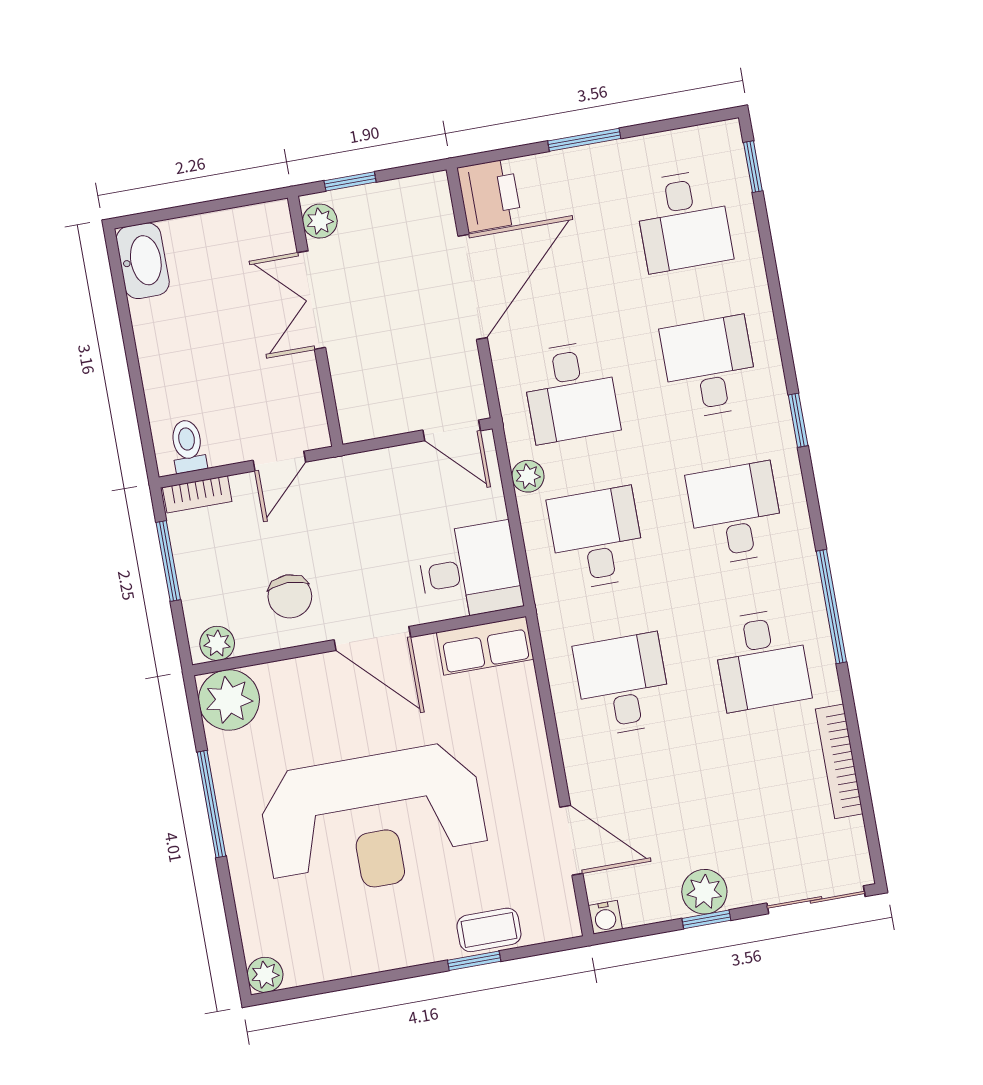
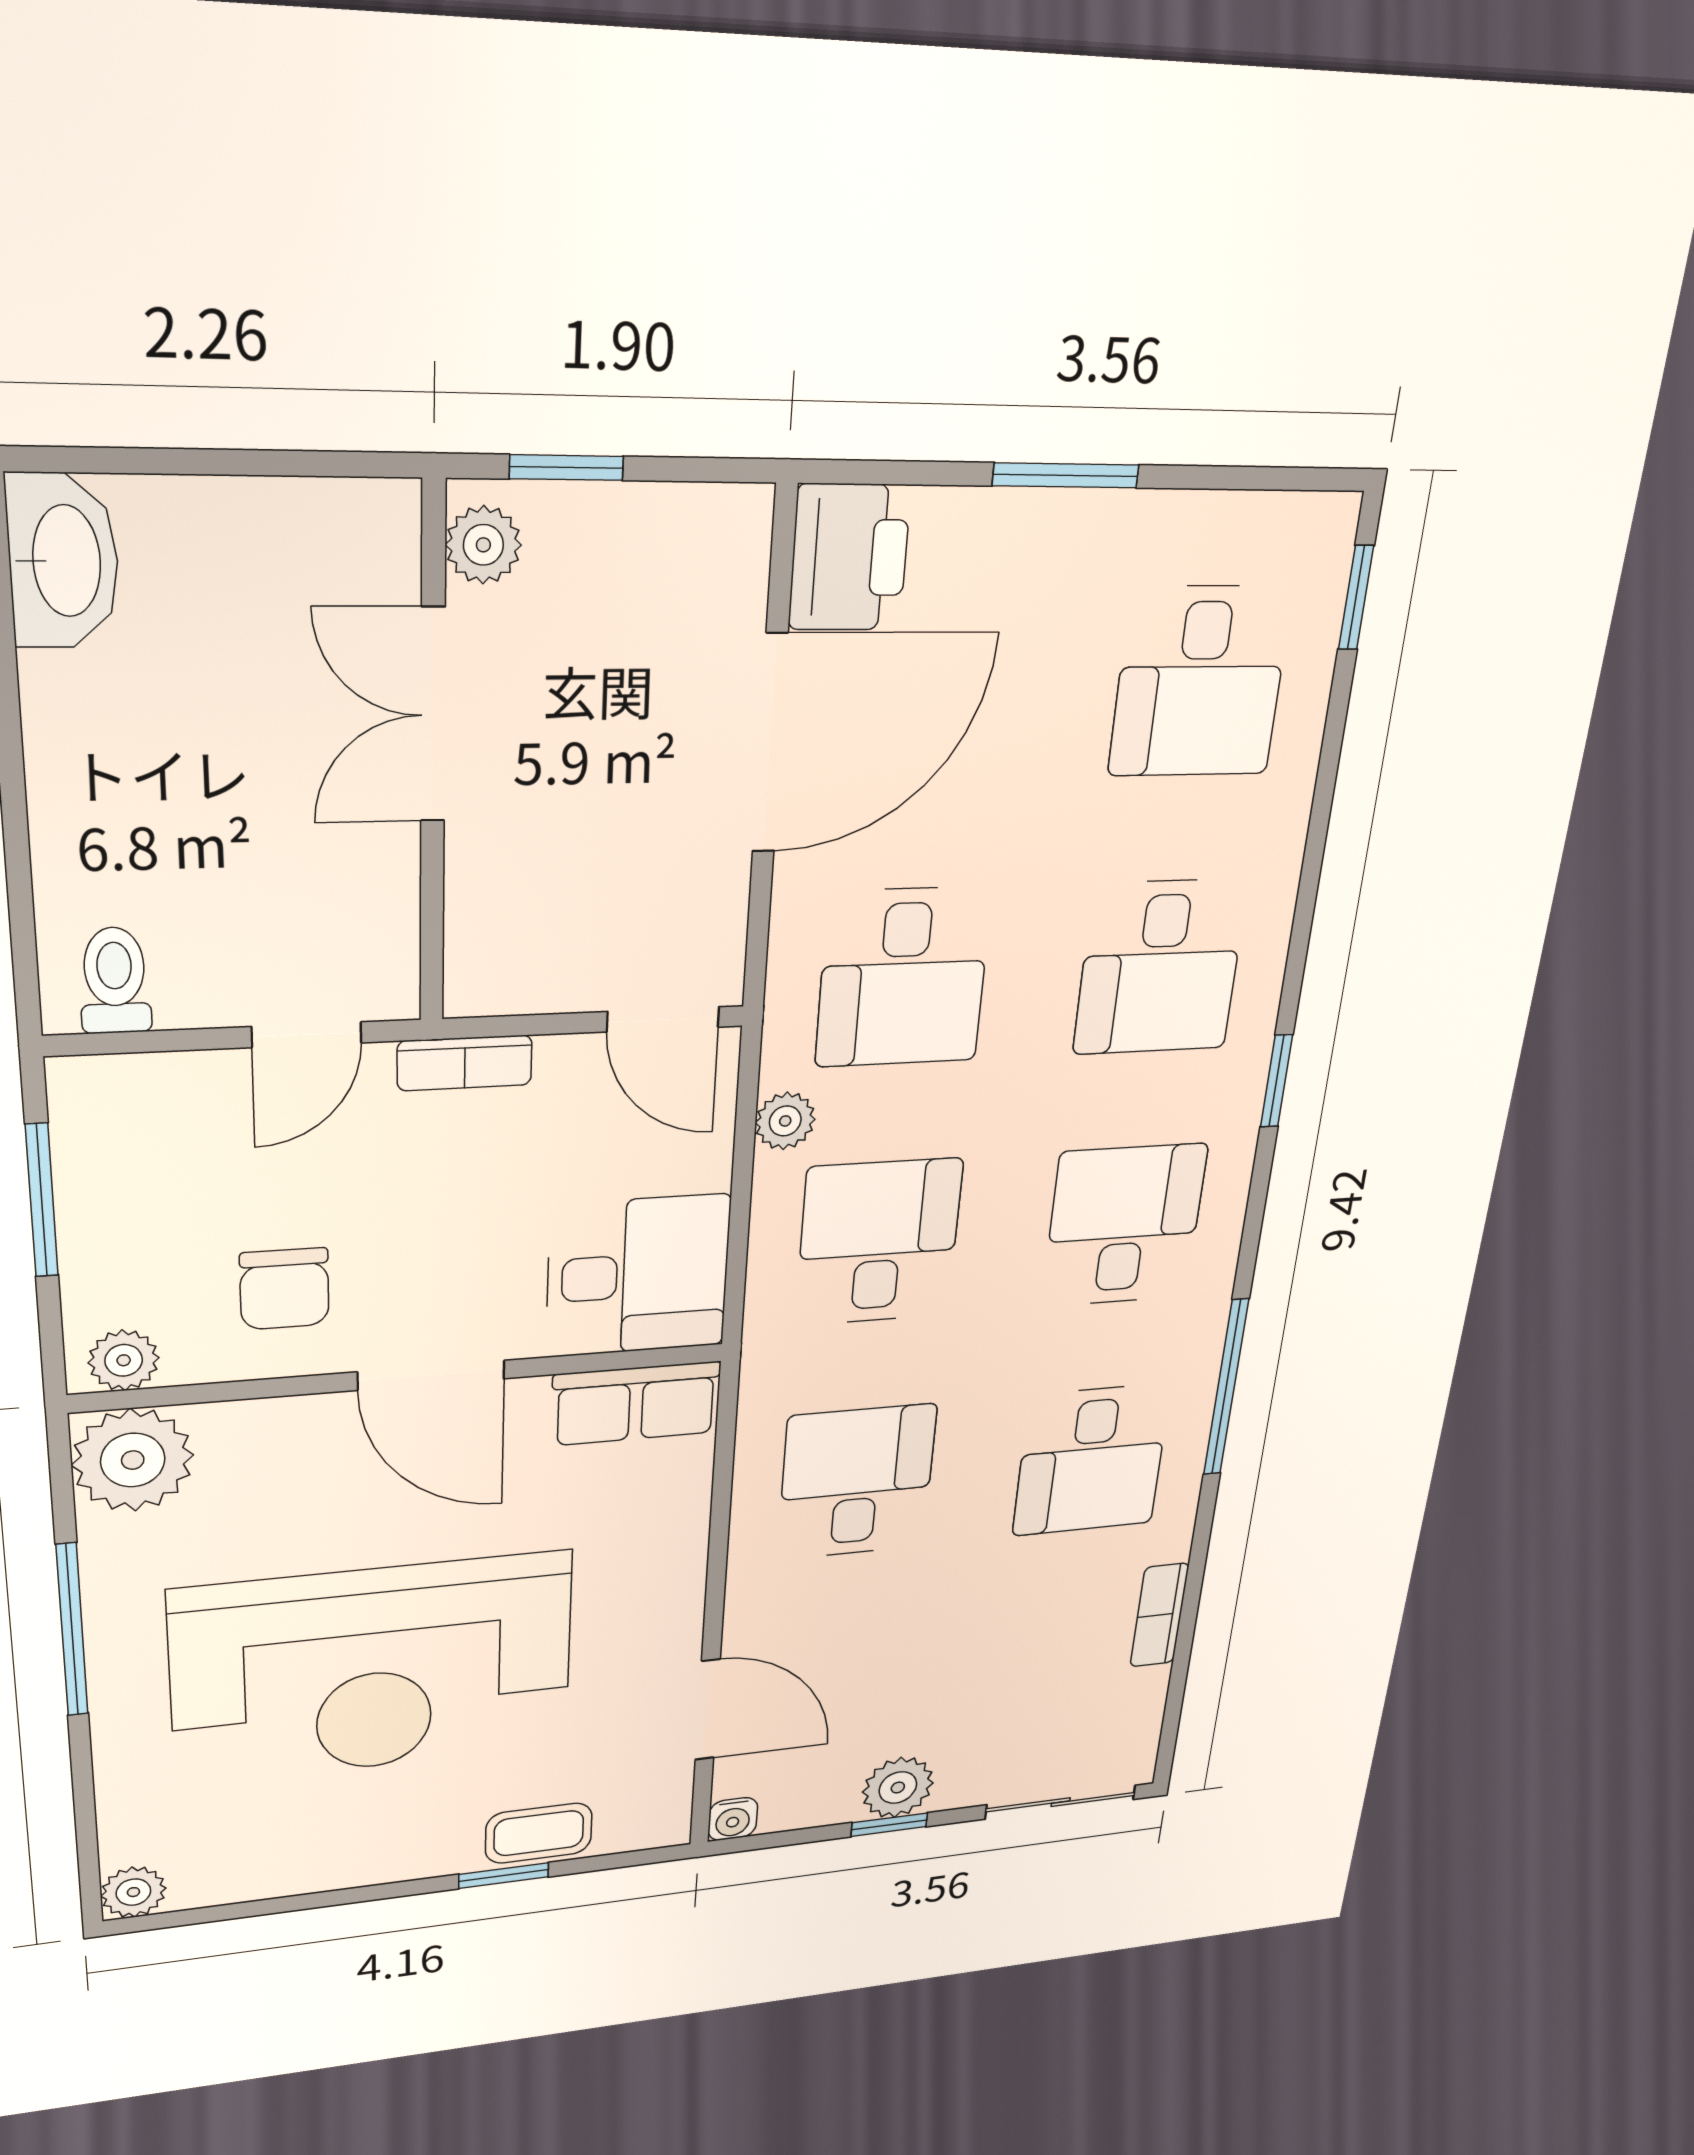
desk: (709, 367) -> (1160, 967), turned 180
bookcase: (197, 494) -> (465, 1063), moved
bookcase: (839, 761) -> (1159, 1615), width x0.64

